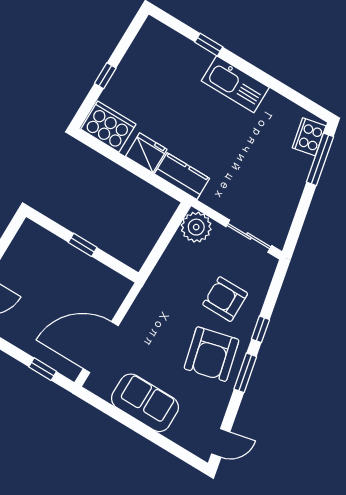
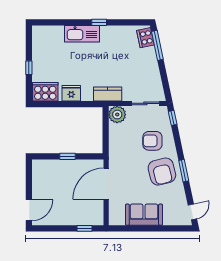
window: (209, 45) -> (99, 22), moved
kitchen sink: (235, 84) -> (82, 34), moved
kitchen counter: (182, 176) -> (108, 94), moved
window: (260, 329) -> (173, 118), moved
door: (101, 347) -> (106, 184), moved

